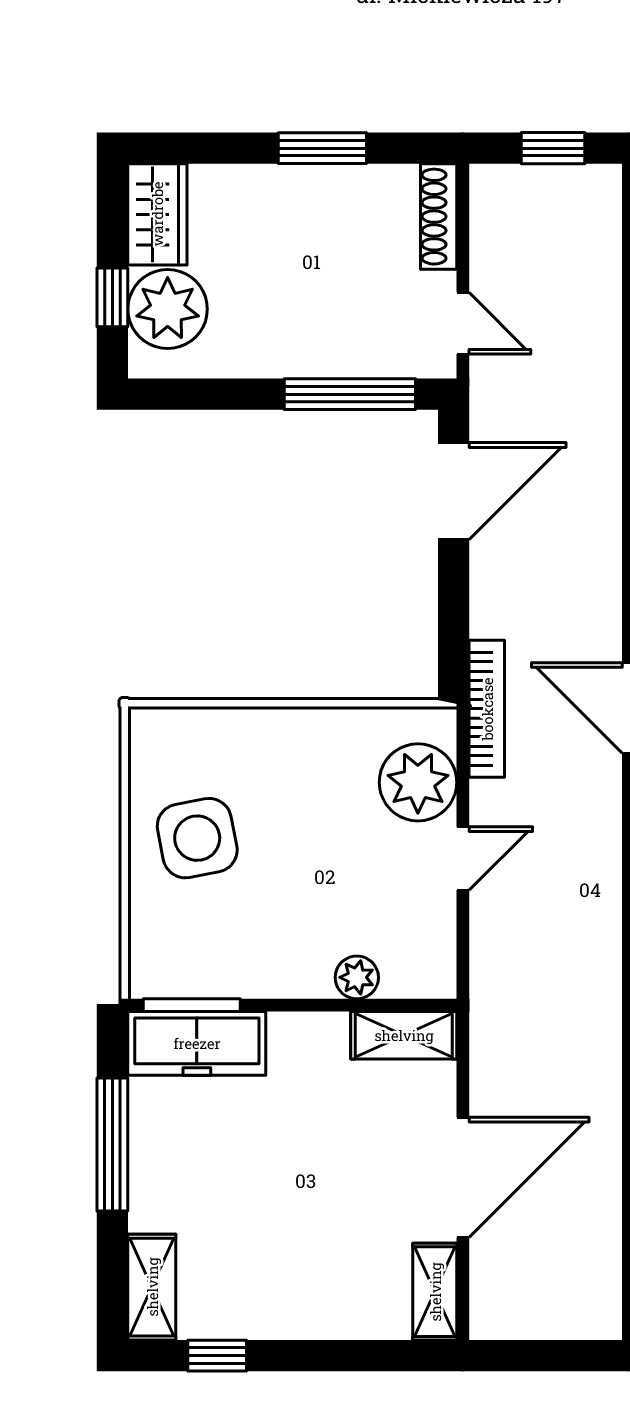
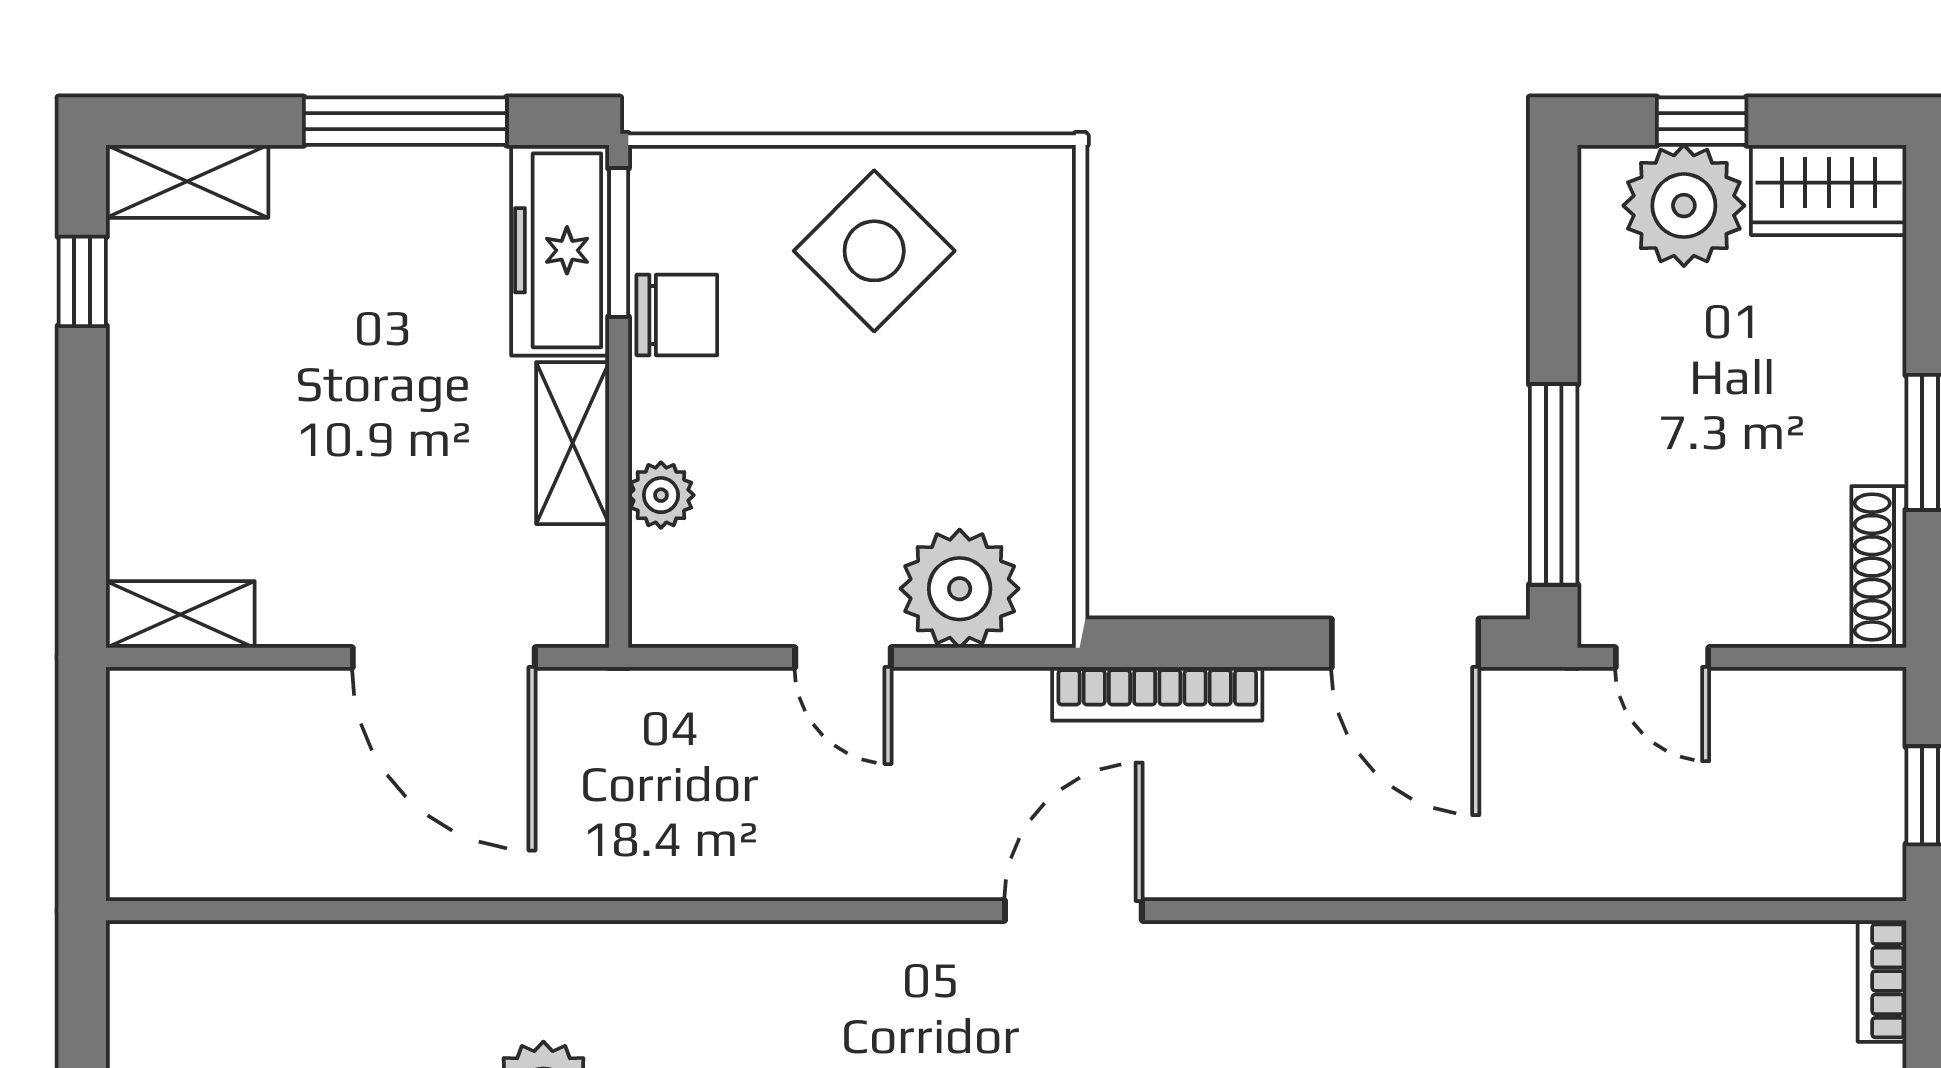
shoe rack: (439, 217) -> (1879, 567), moved, turned -90
door: (463, 323) -> (1662, 657), hinge flipped
bookcase: (487, 709) -> (1157, 694), moved
side table: (197, 838) -> (874, 251), turned -34
chair: (239, 967) -> (677, 315), added
shelving: (404, 1035) -> (573, 443), moved
door: (463, 1177) -> (444, 657), moved

